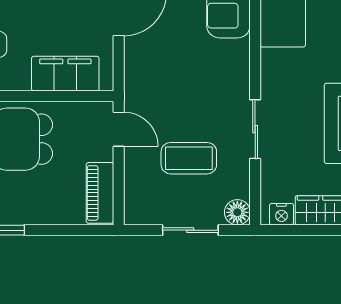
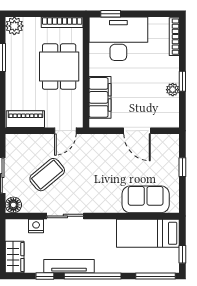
coffee table: (189, 158) -> (47, 175), turned 50
nightstand: (281, 214) -> (36, 226), moved, turned 90

